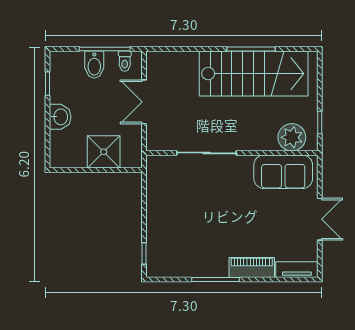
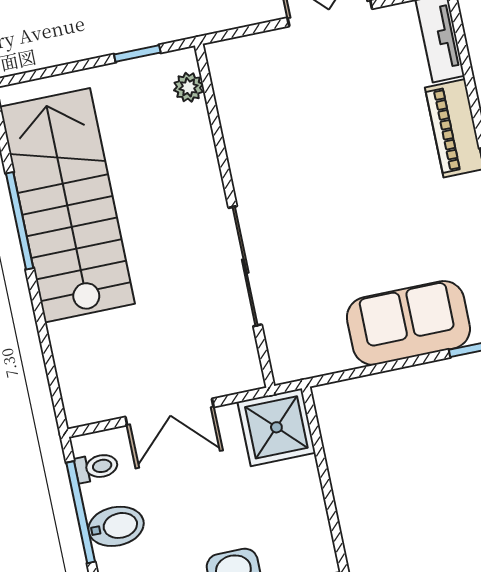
plant: (292, 137) -> (189, 87), width x0.53, depth x0.53
shower: (104, 152) -> (276, 427), moved
sofa: (283, 172) -> (408, 323), moved, turned -90

